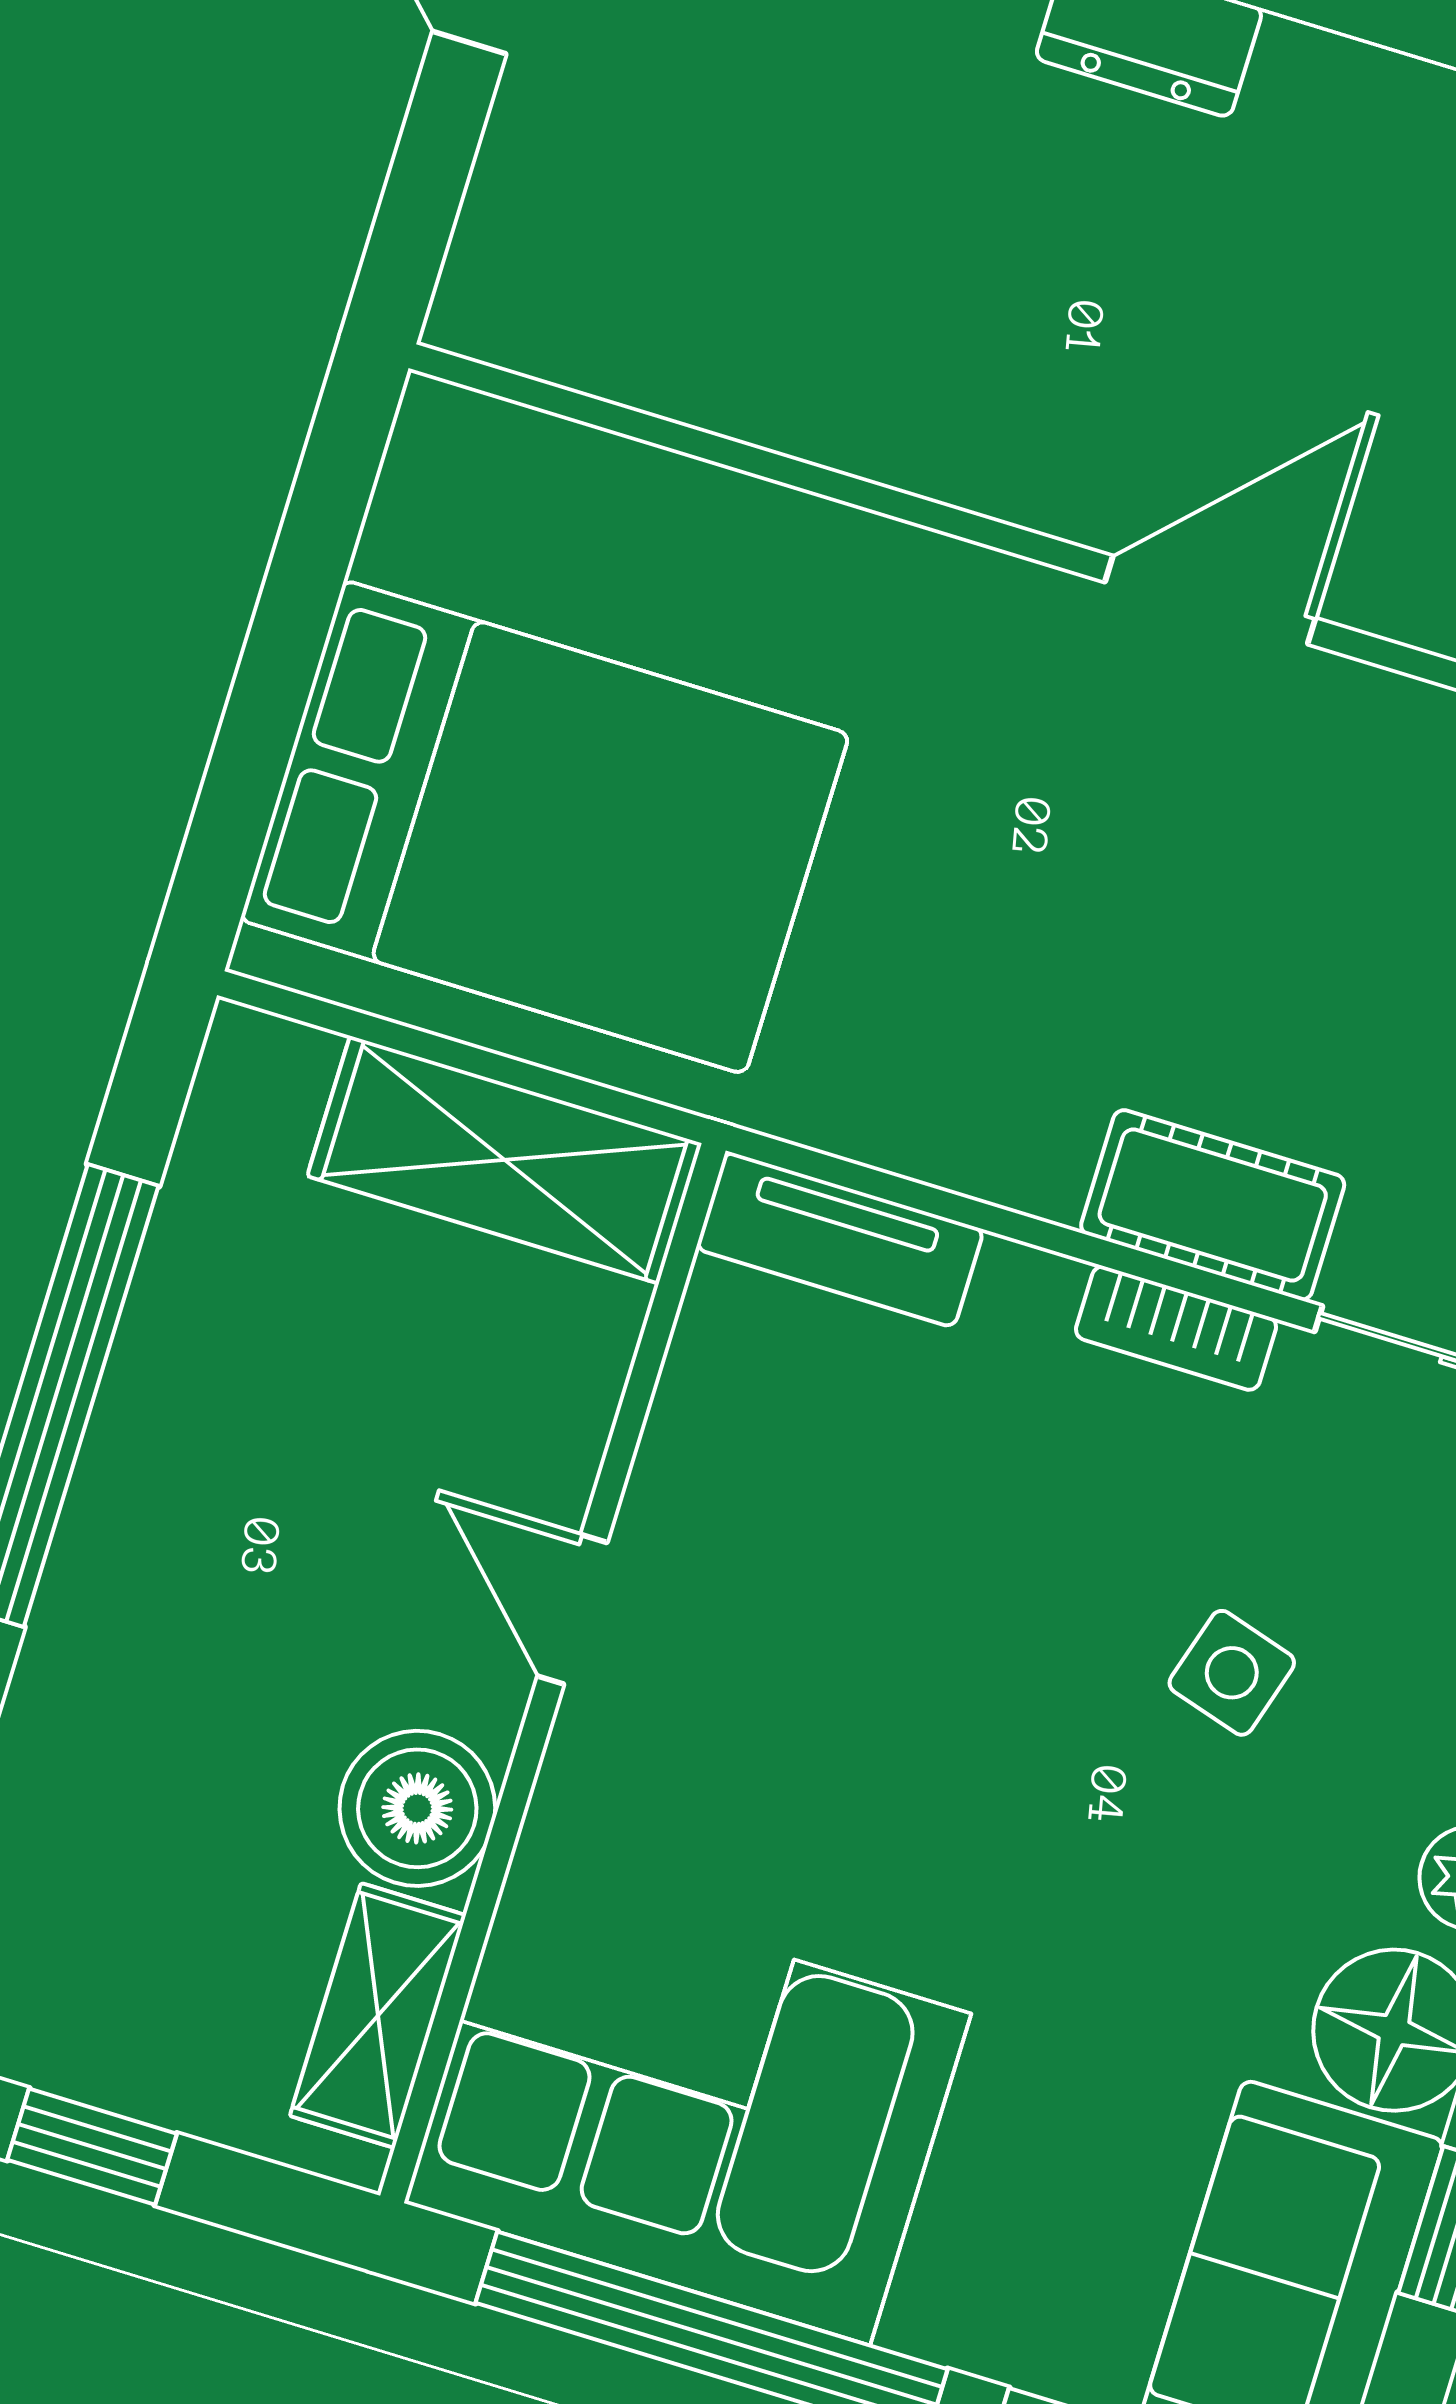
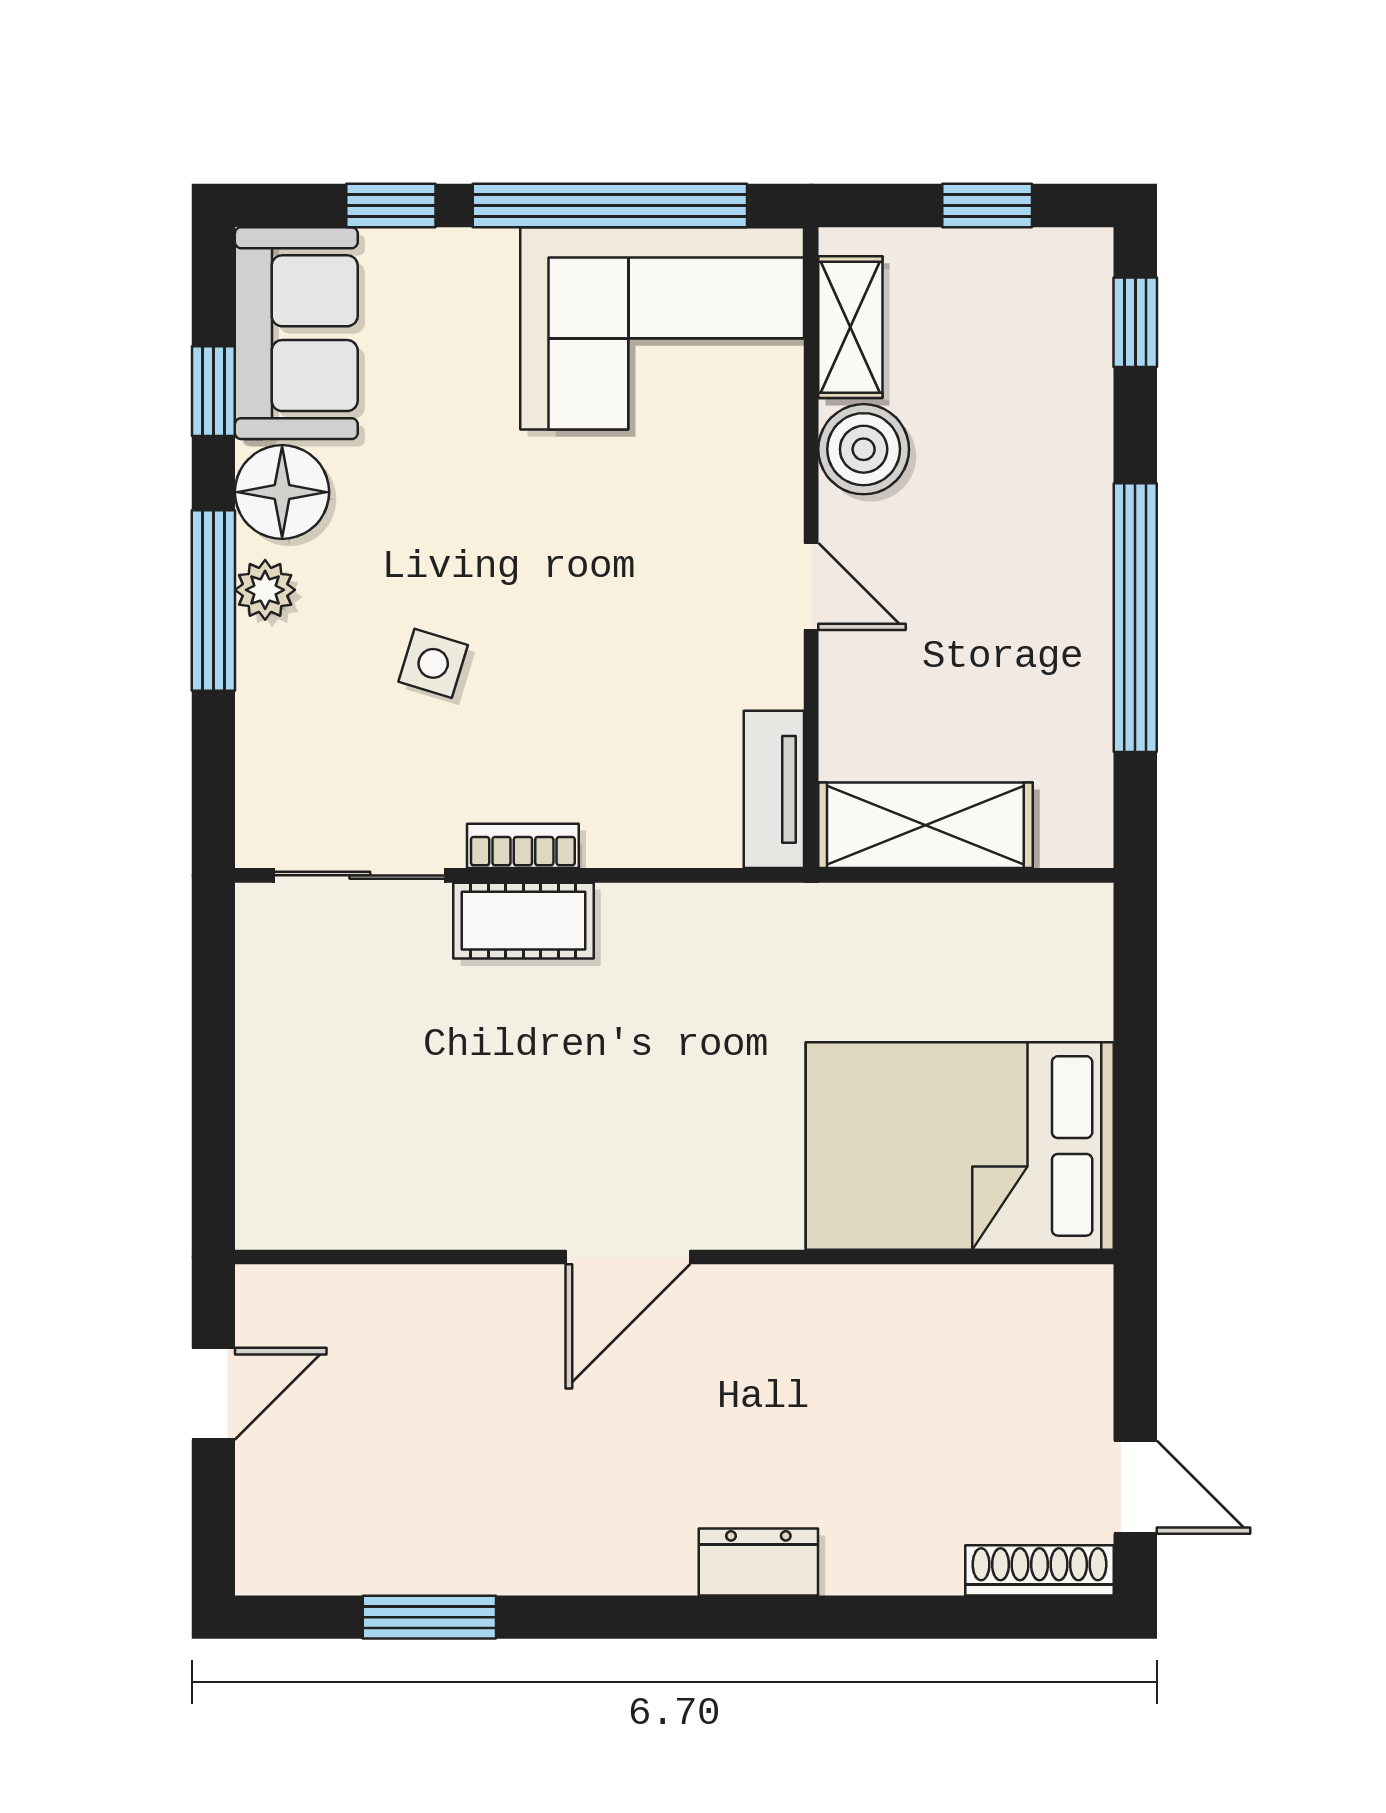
bed: (545, 827) -> (960, 1146), moved
tv unit: (840, 1239) -> (774, 789), moved, turned -90

